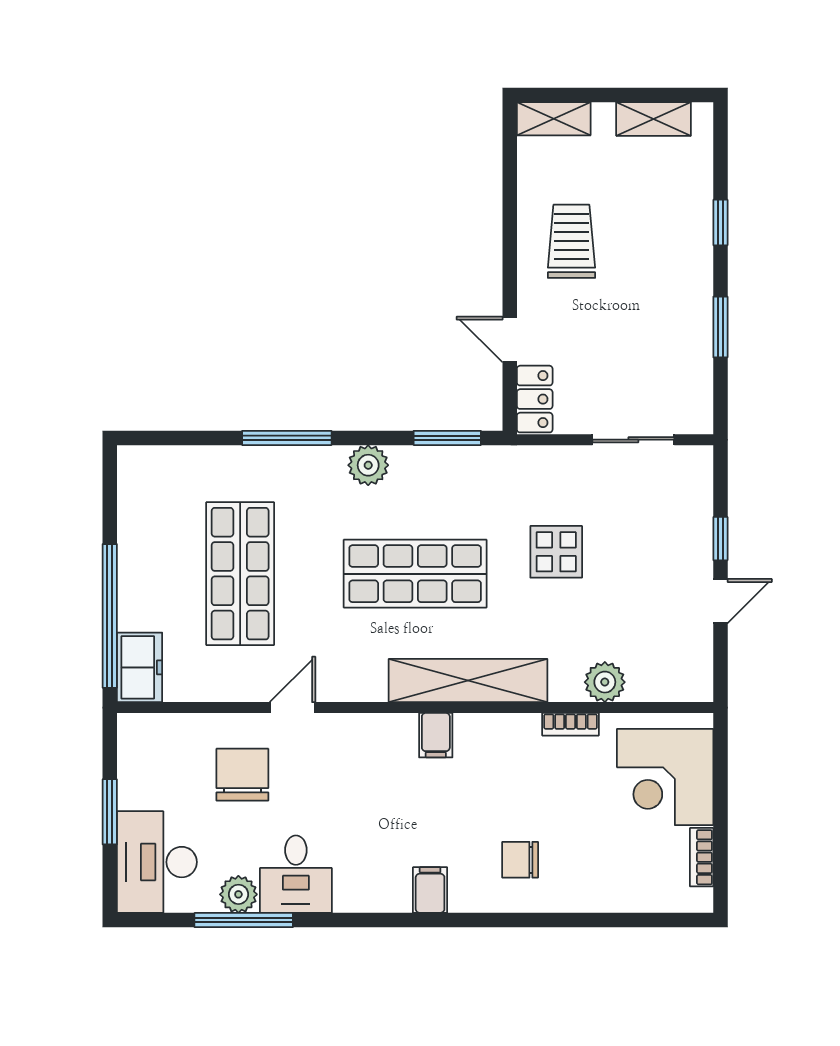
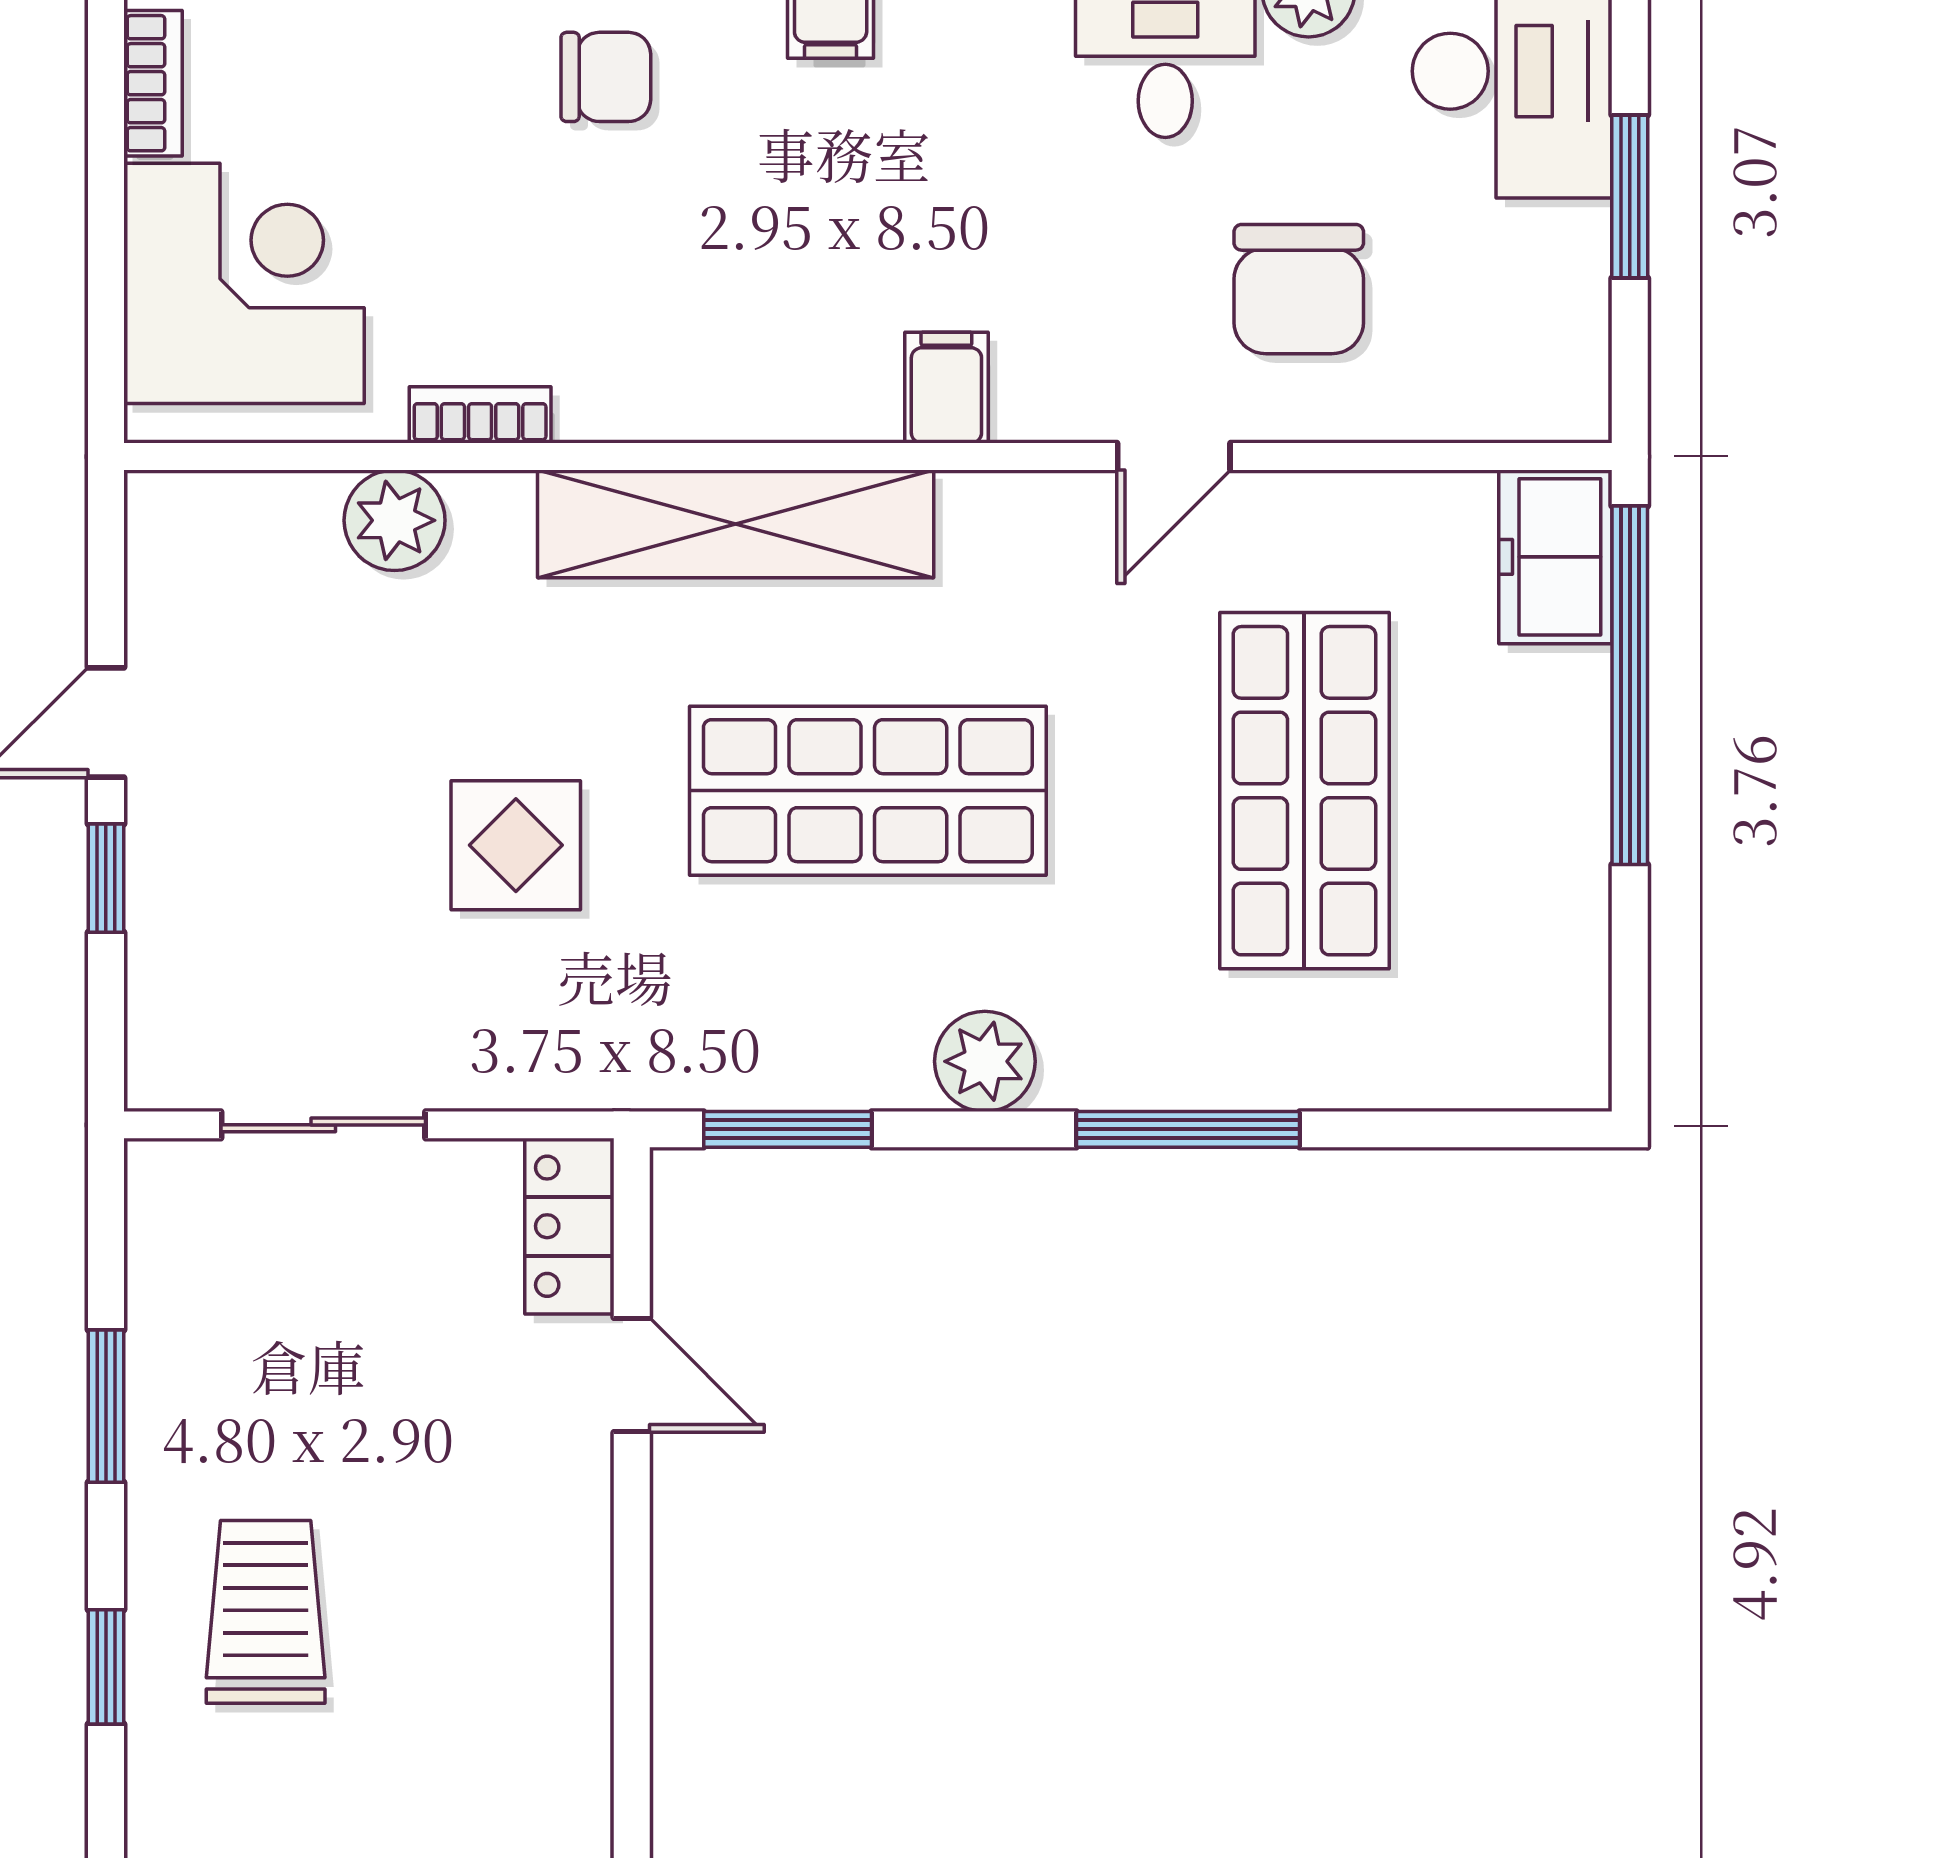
trolley: (571, 241) -> (266, 1612), moved, turned 180
filing cabinet: (436, 735) -> (946, 388), moved

